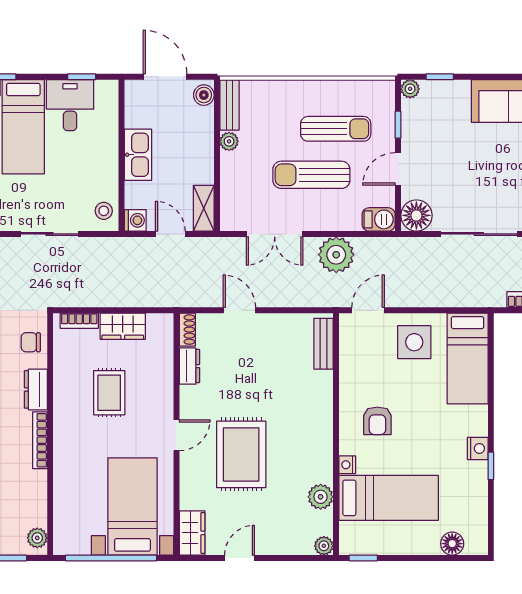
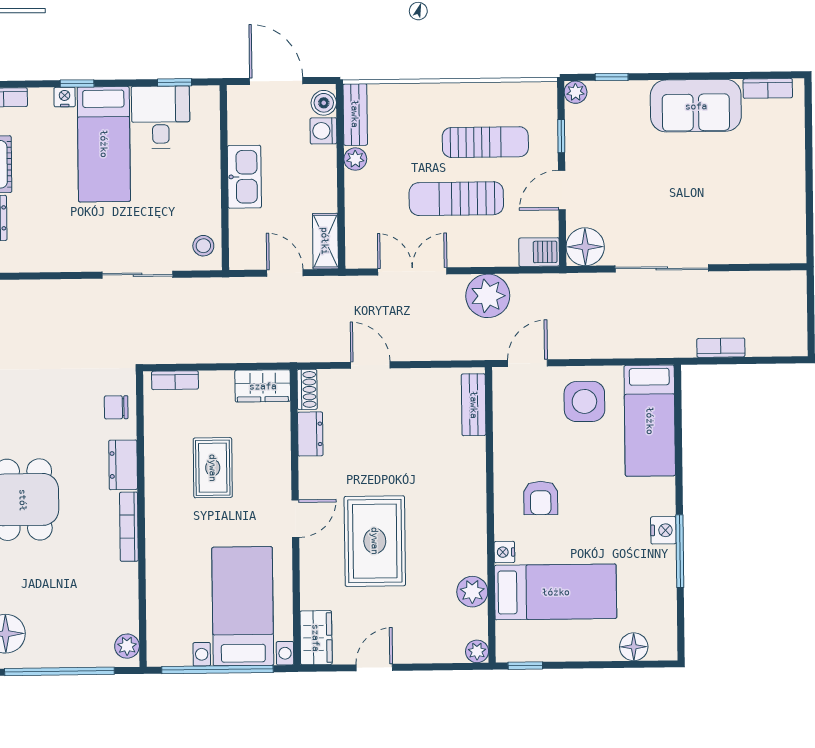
washing machine: (135, 220) -> (323, 131), moved, turned 180
double door: (275, 234) -> (412, 271), swing flipped
wardrobe: (123, 326) -> (263, 386), moved
window: (491, 466) -> (680, 551), width x2.17

